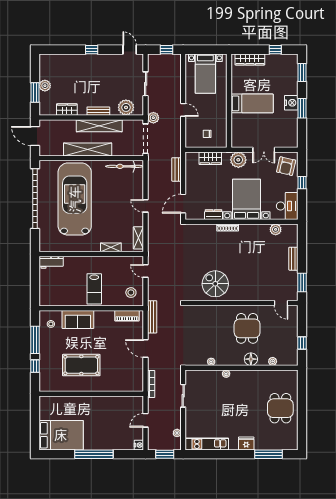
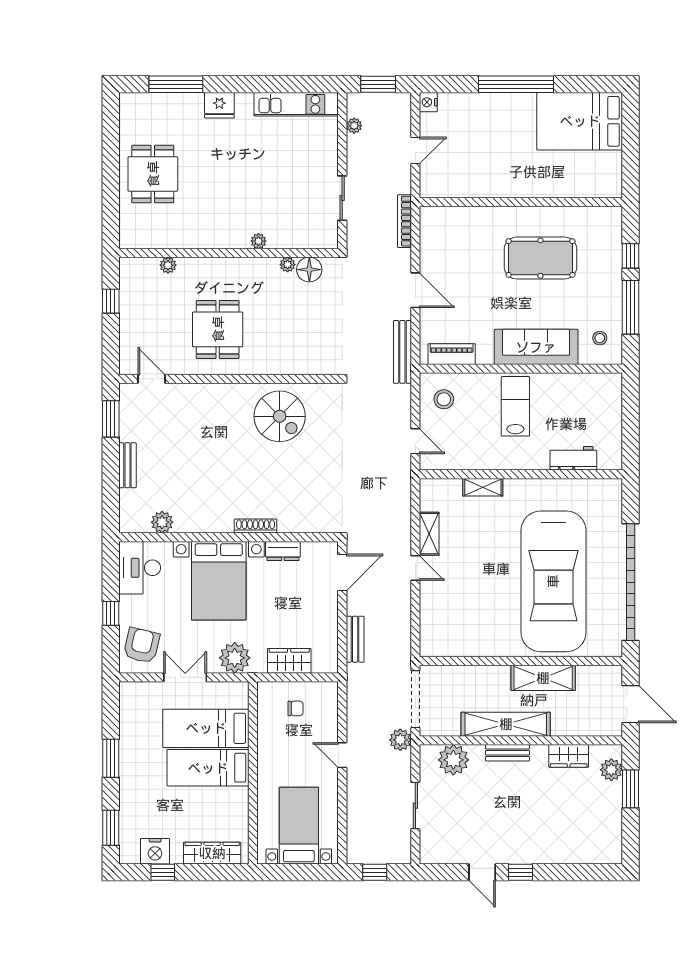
door: (130, 50) -> (482, 872), moved
plant: (45, 86) -> (611, 770), moved
nightstand: (291, 103) -> (155, 851), moved, turned -90
bed: (253, 124) -> (206, 728), added
shelving: (88, 149) -> (543, 678), width x0.68
bicycle: (125, 166) -> (456, 645), removed
shelving: (138, 238) -> (429, 534), moved
workbench: (51, 262) -> (573, 458), moved
sofa: (78, 319) -> (536, 347), width x1.36
floor lamp: (251, 359) -> (309, 270), moved

